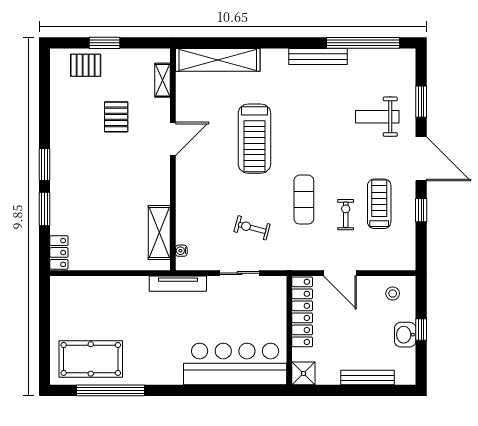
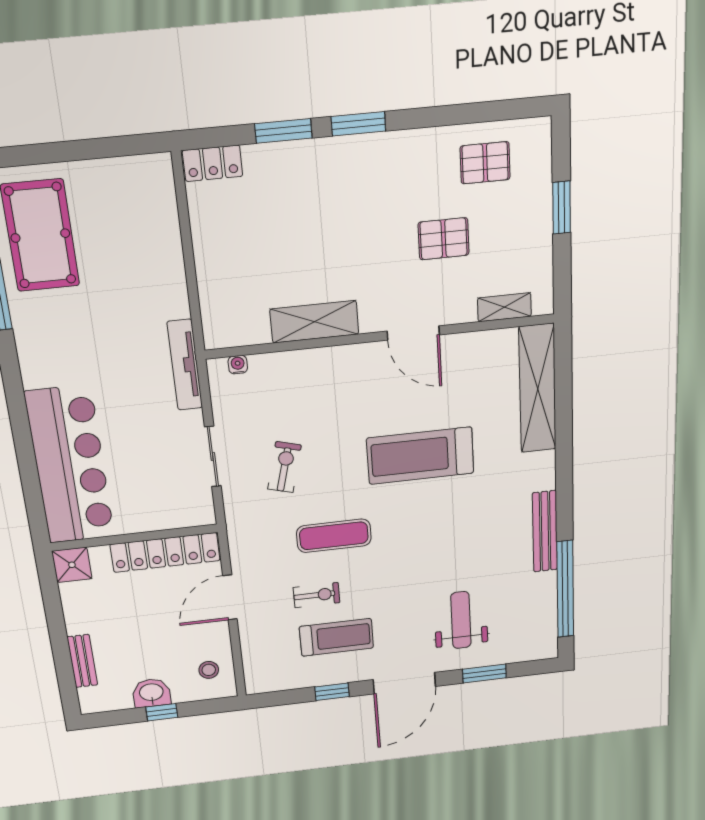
pallet: (86, 65) -> (485, 163), moved, turned 90
shelving: (159, 233) -> (314, 322), moved
bench: (367, 378) -> (82, 661), width x0.73

